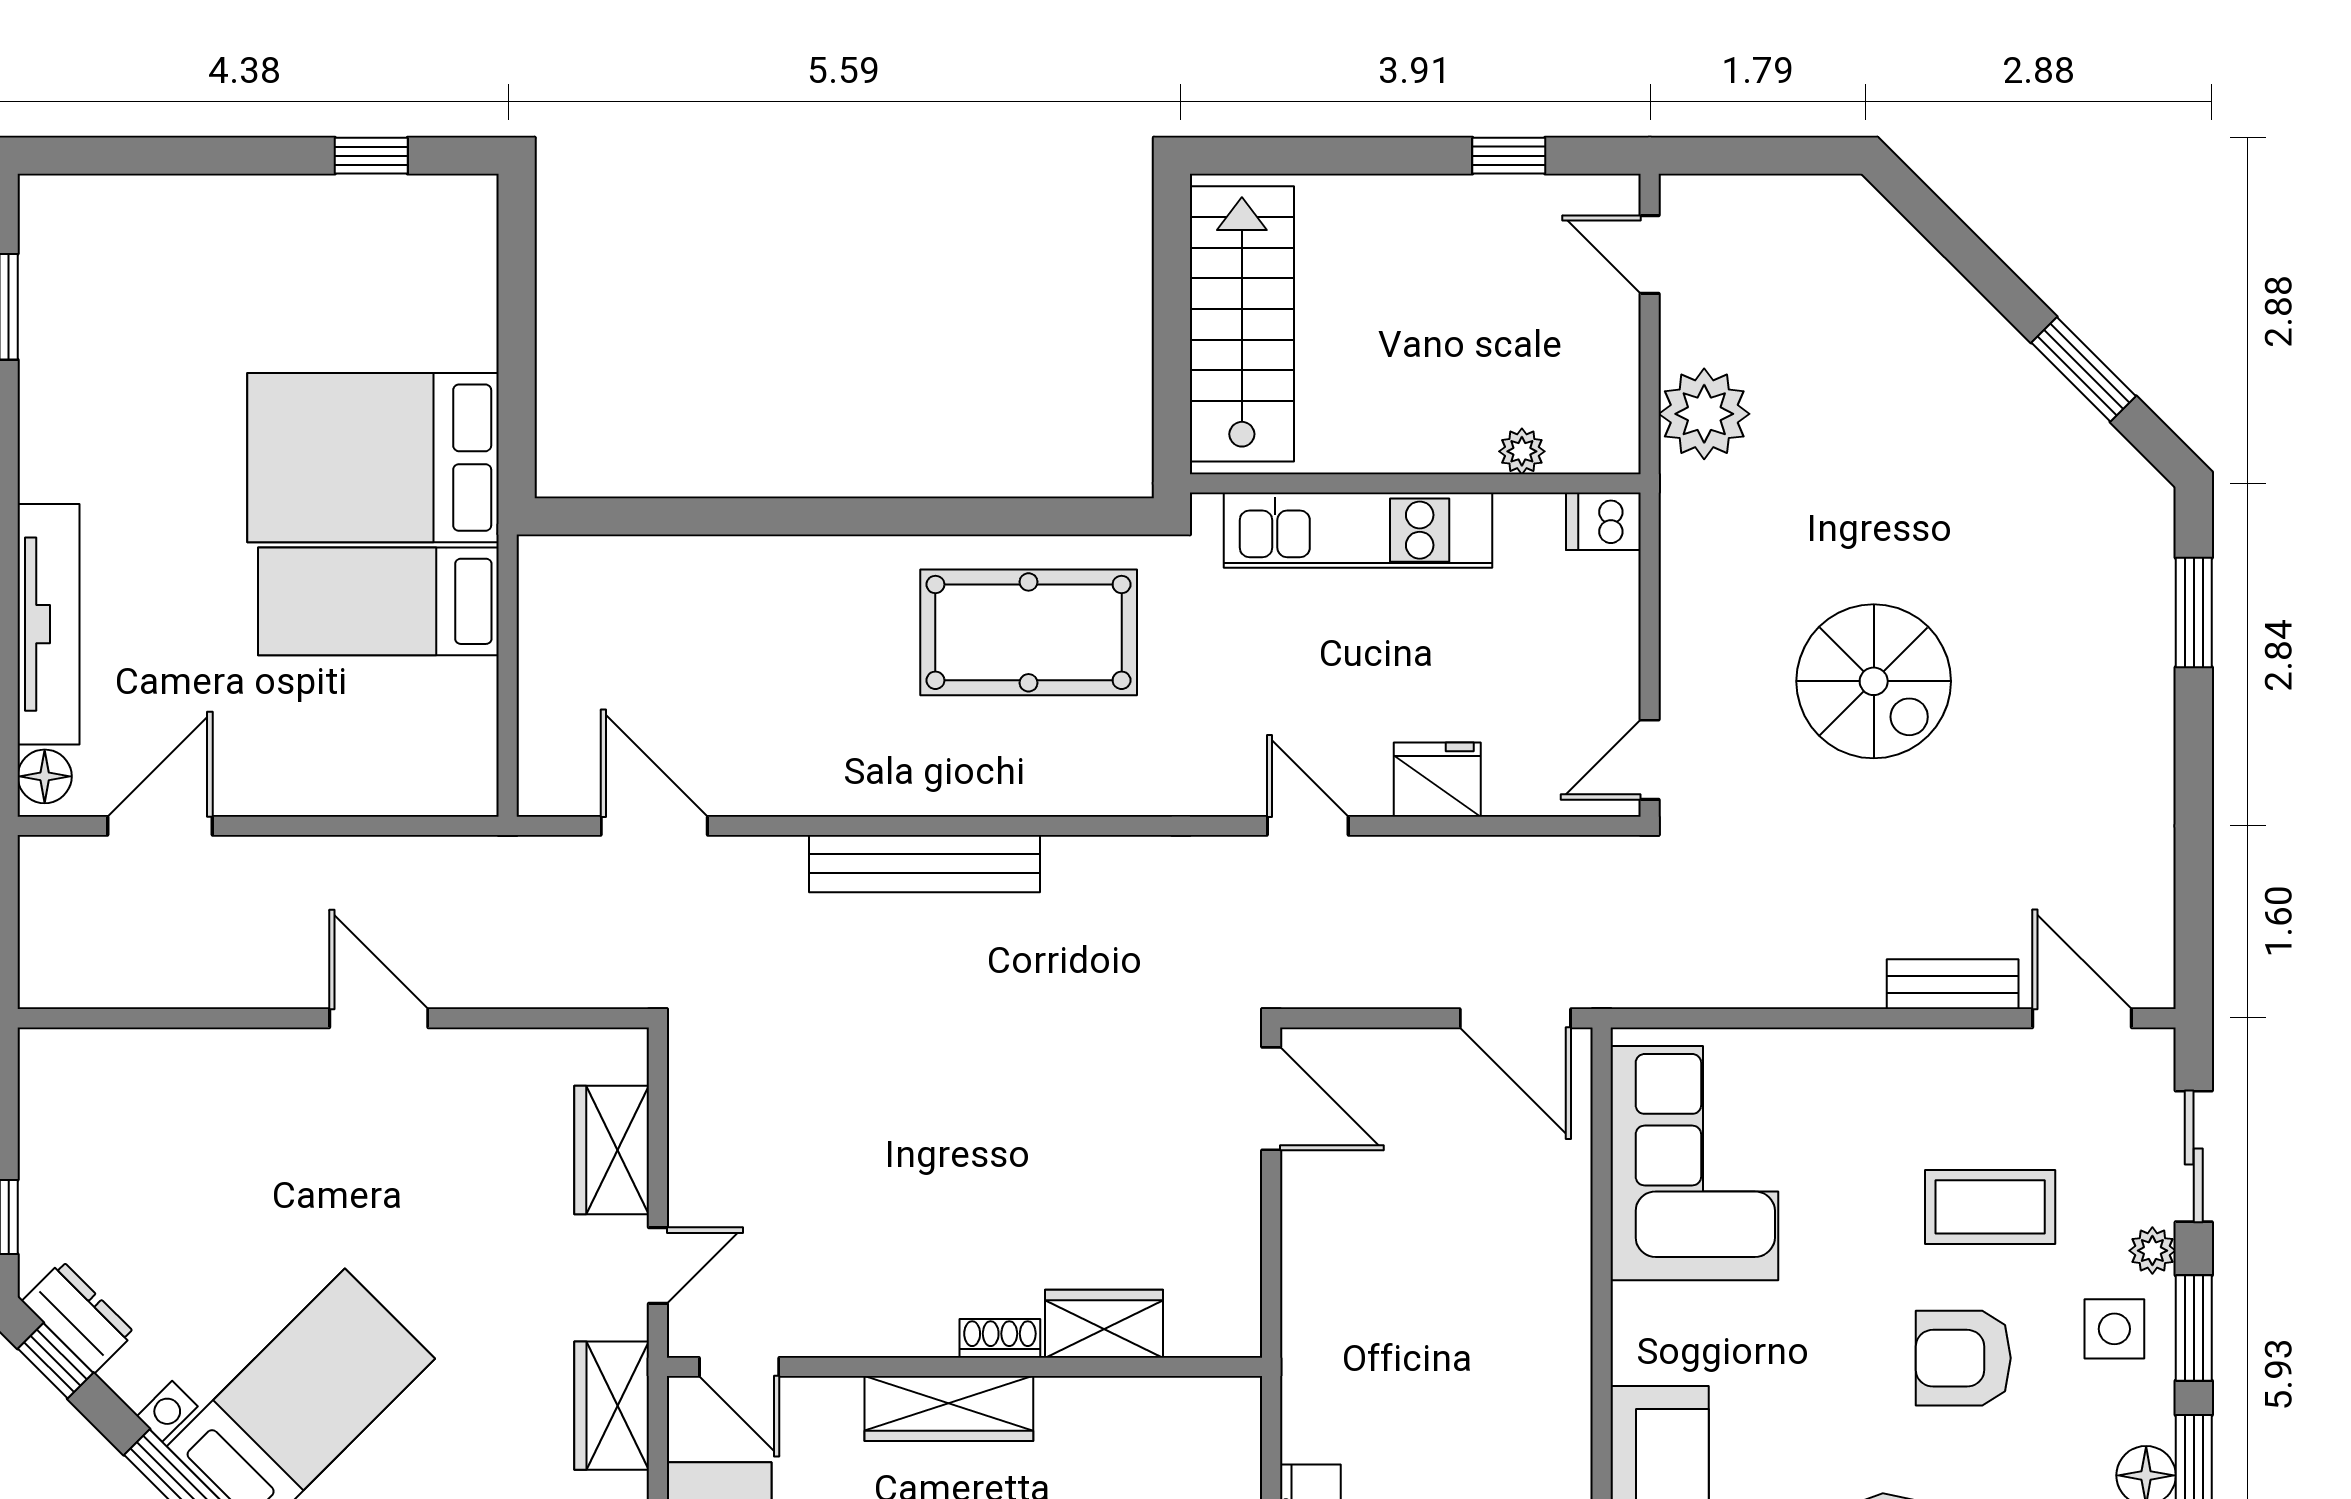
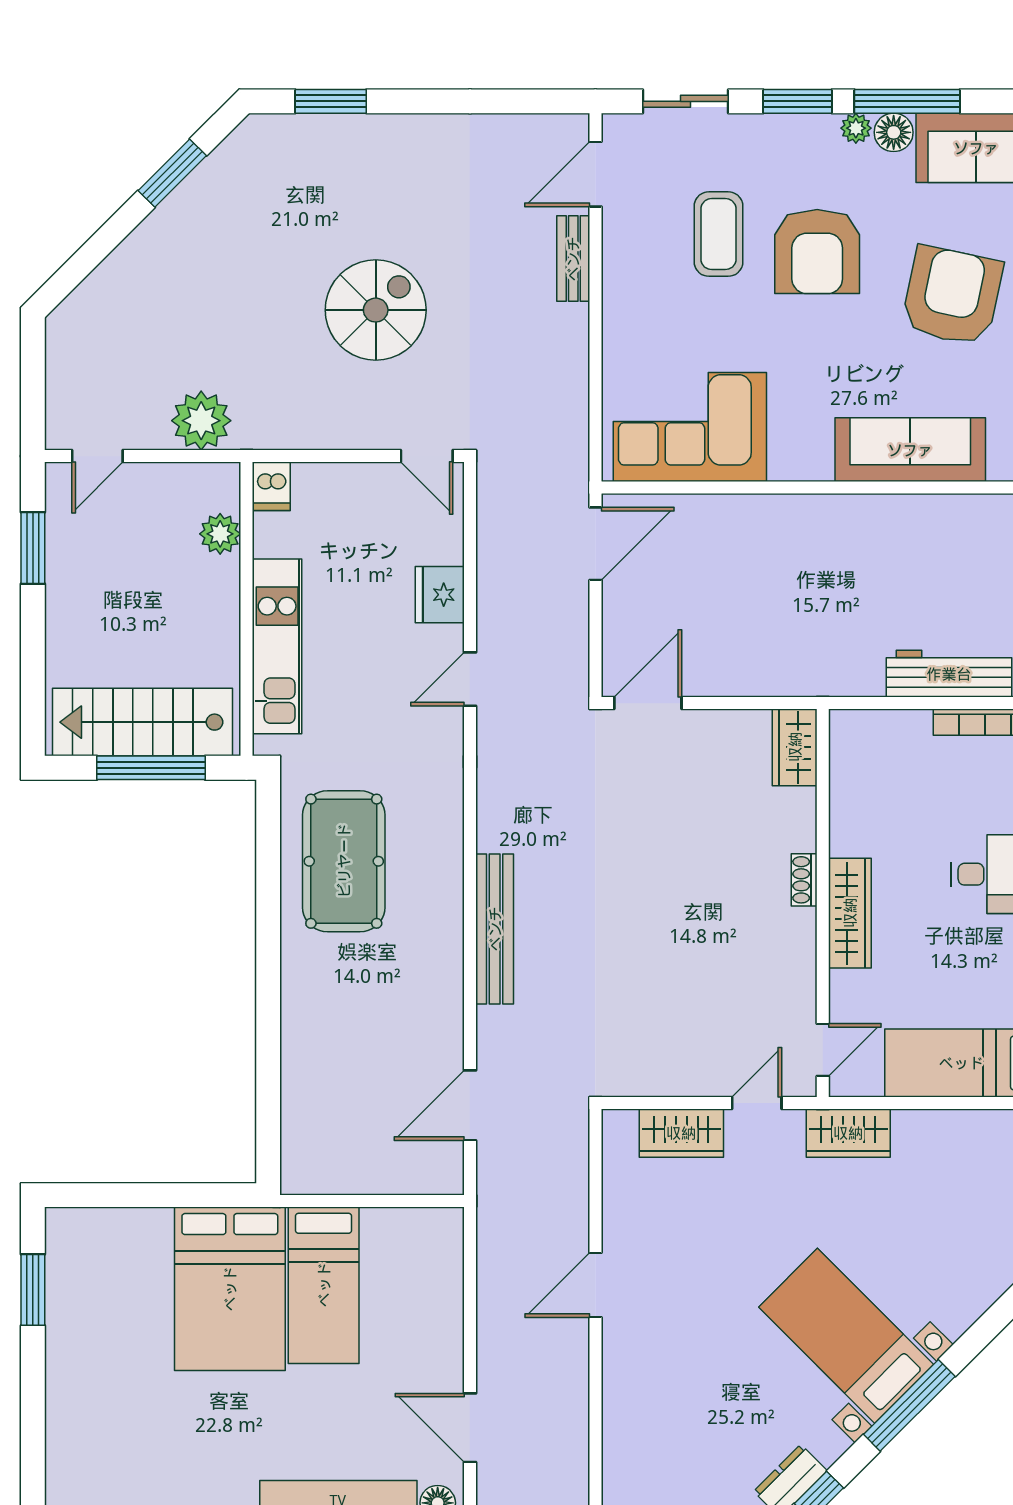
window: (371, 156) -> (33, 1290), width x1.50
window: (1509, 156) -> (33, 548), width x1.50
window: (1172, 337) -> (151, 768), added
plant: (1522, 451) -> (220, 534), width x1.38, depth x1.38
plant: (2152, 1251) -> (856, 128), moved
door: (658, 1266) -> (757, 1103), hinge flipped
wardrobe: (1104, 1324) -> (795, 747), moved
side table: (2114, 1329) -> (798, 153), removed
armchair: (1963, 1358) -> (817, 252), width x1.36, depth x1.36

